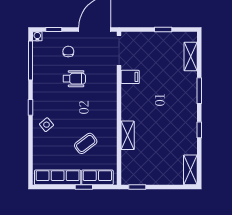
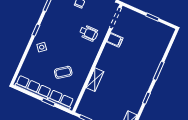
shelving: (191, 57) -> (163, 44), removed
wheelchair: (74, 79) -> (89, 33), moved

